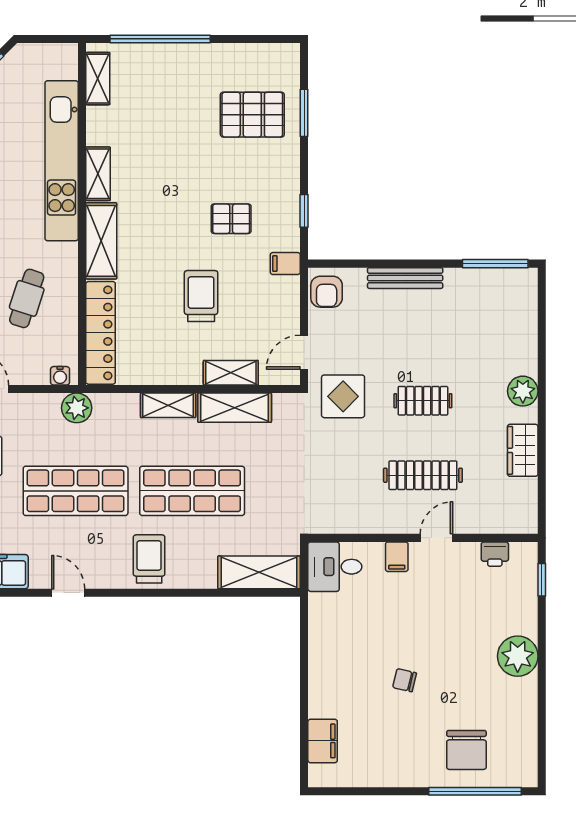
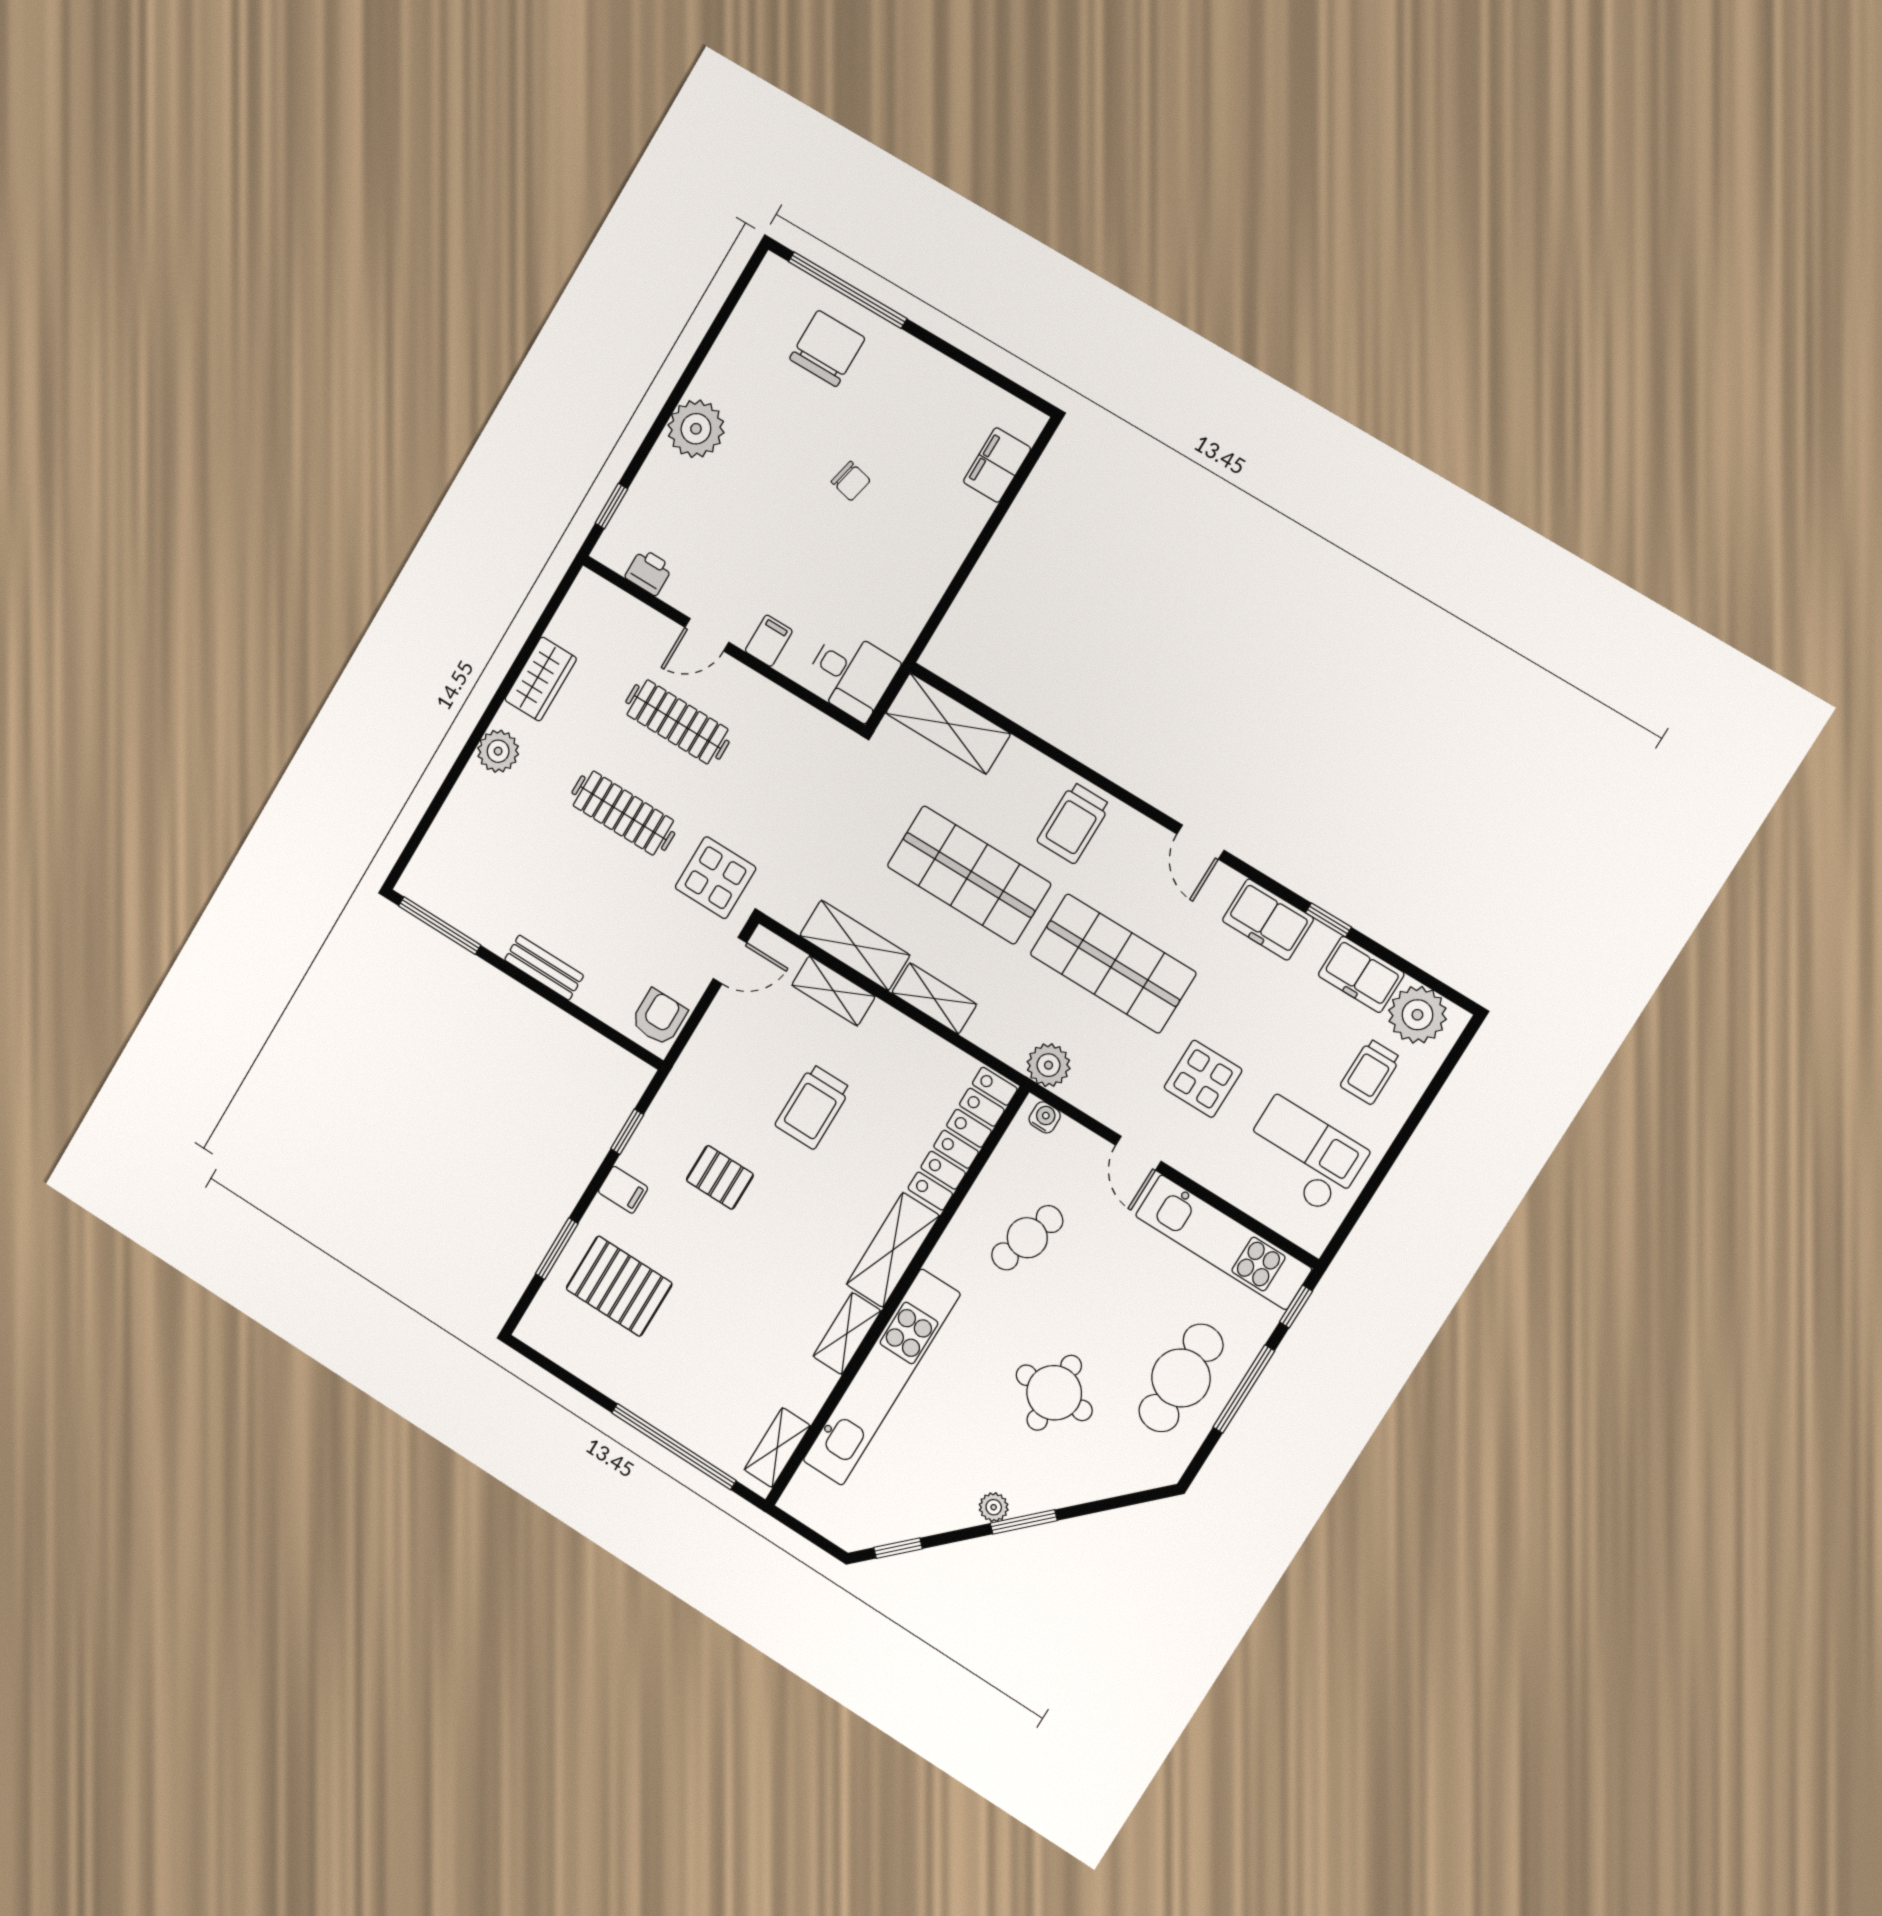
filing cabinet: (285, 264) -> (623, 1190), moved
bench: (405, 278) -> (544, 968), width x0.73
clothes rail: (423, 401) -> (623, 813), width x1.36

